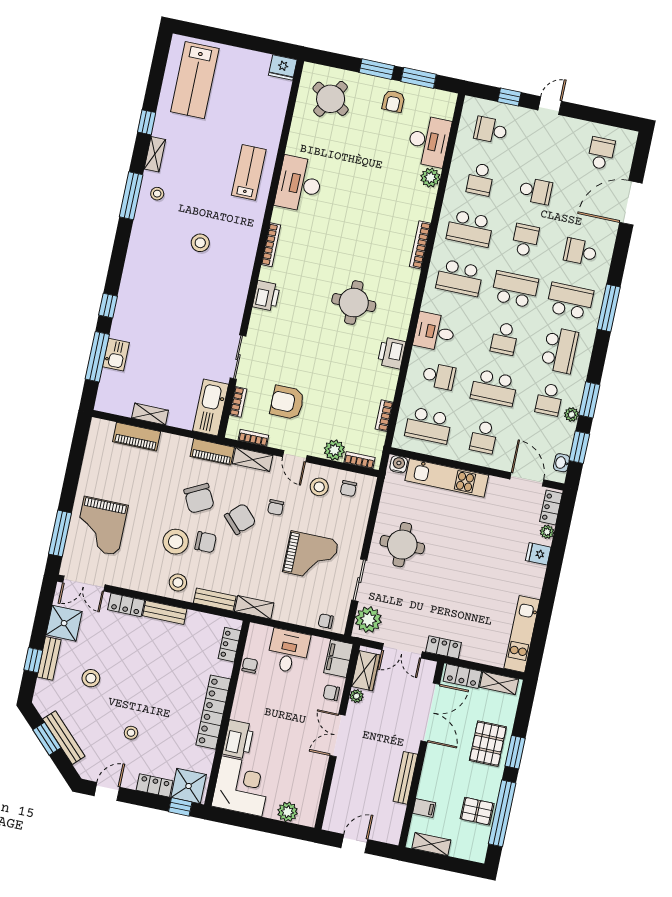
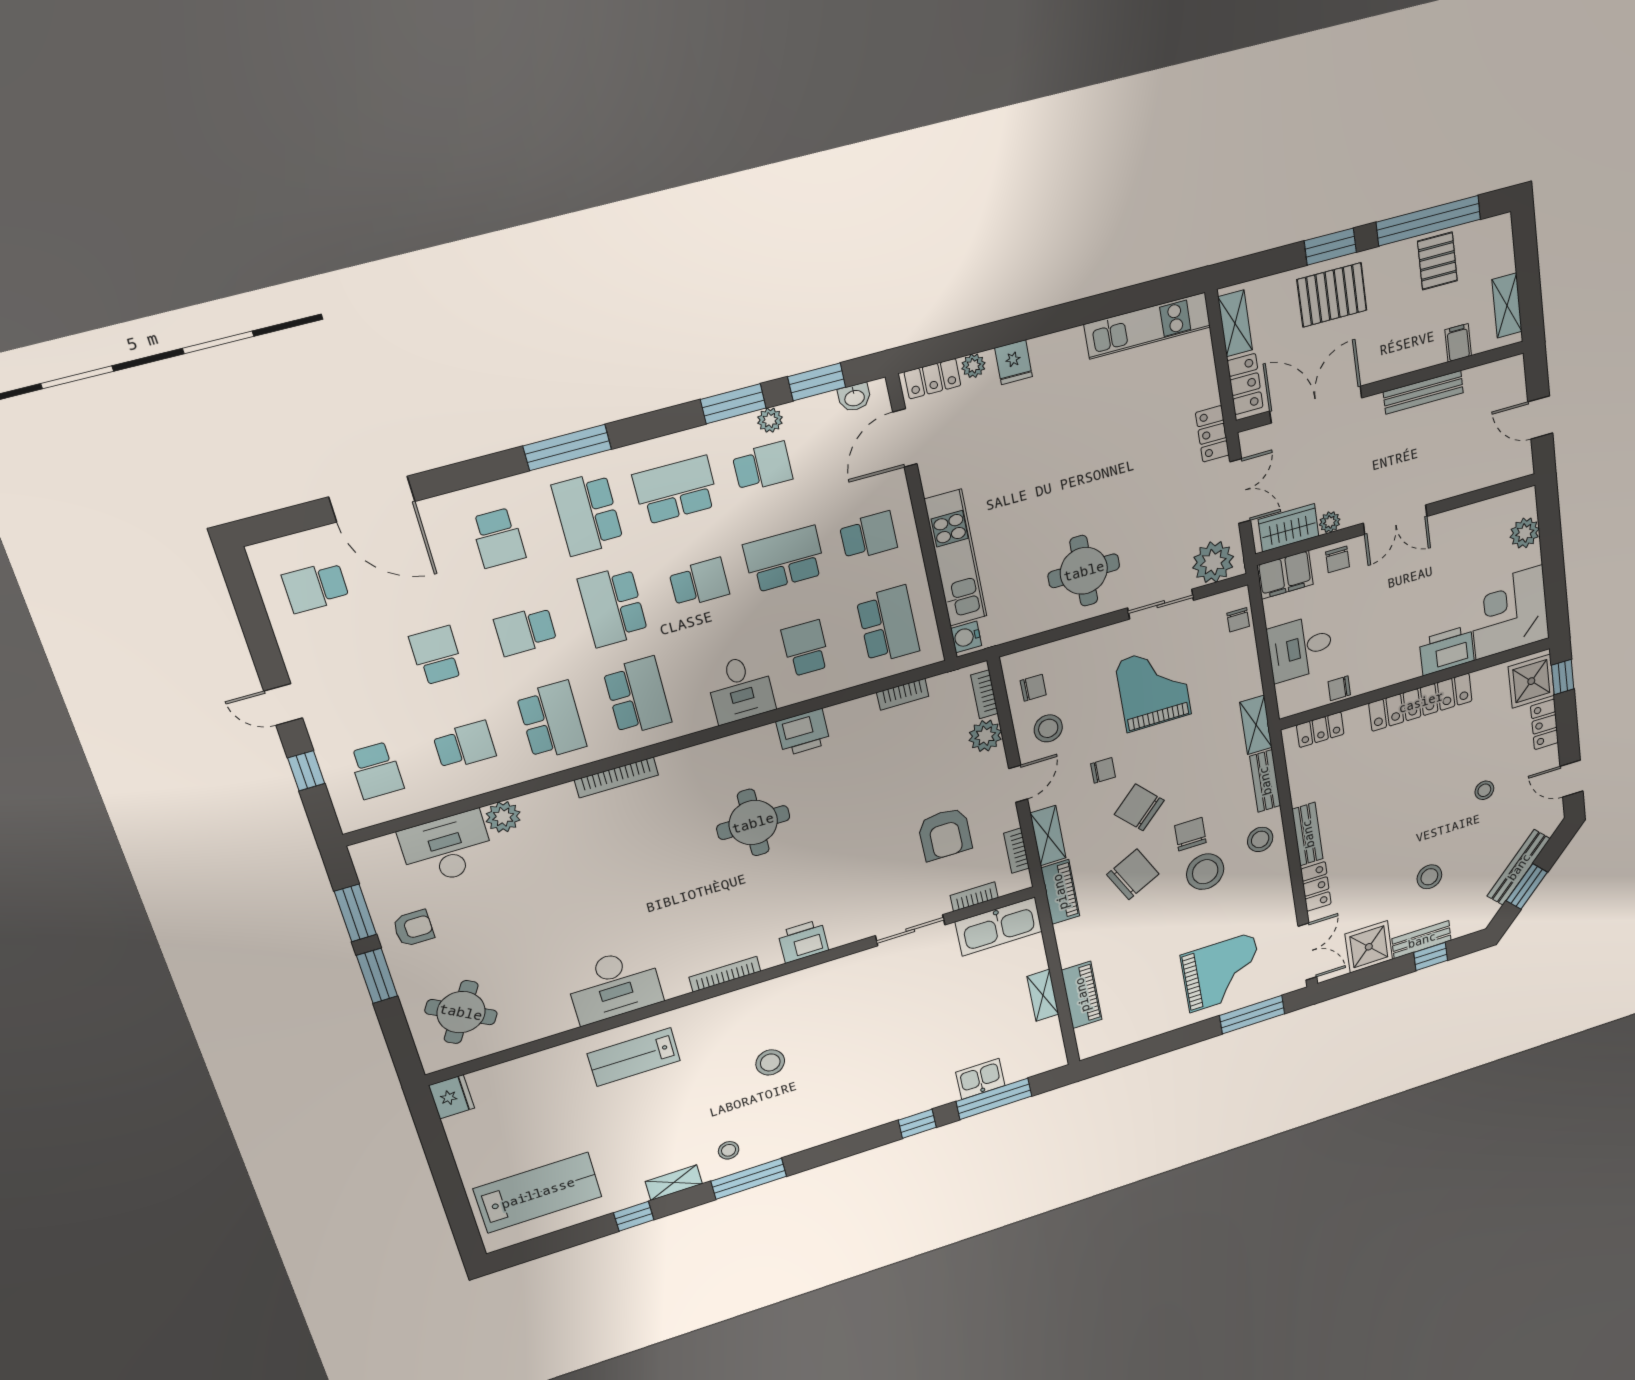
school desk: (494, 388) -> (784, 559), turned -90

